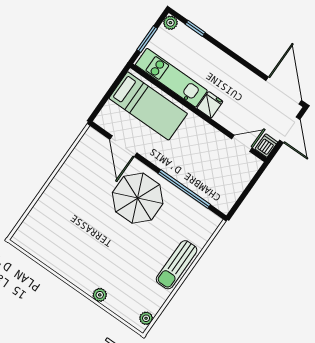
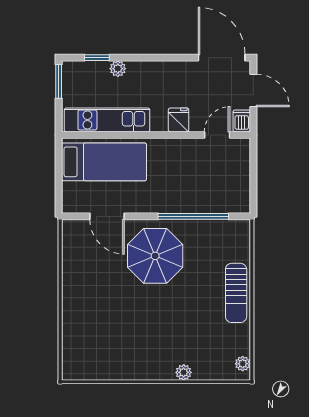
plant: (170, 23) -> (118, 69), moved
window: (147, 39) -> (59, 81), moved
fridge: (210, 105) -> (179, 120), moved

